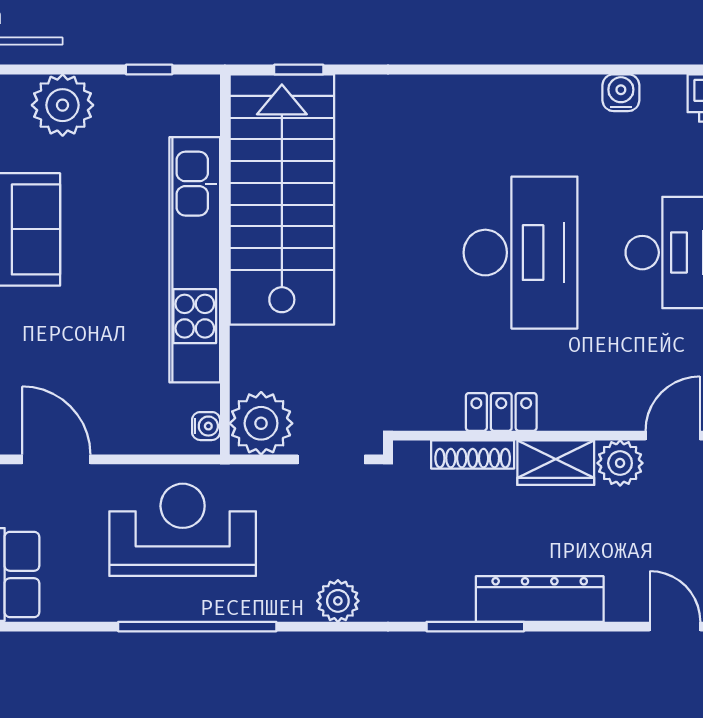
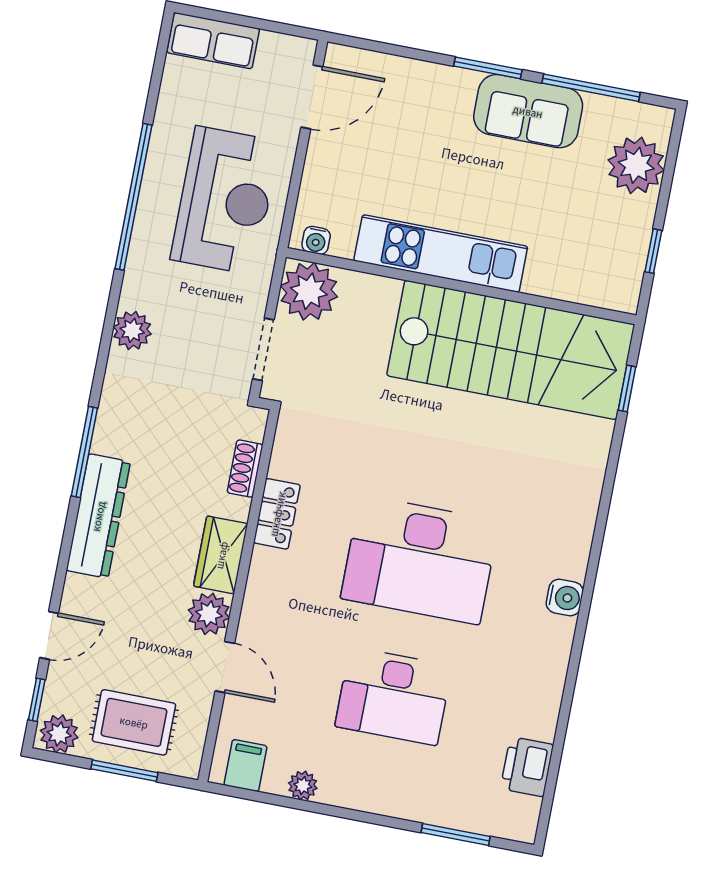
water cooler: (621, 93) -> (565, 597), moved
kitchen unit: (195, 260) -> (441, 254), width x0.73
shoe rack: (473, 454) -> (245, 469), width x0.70

